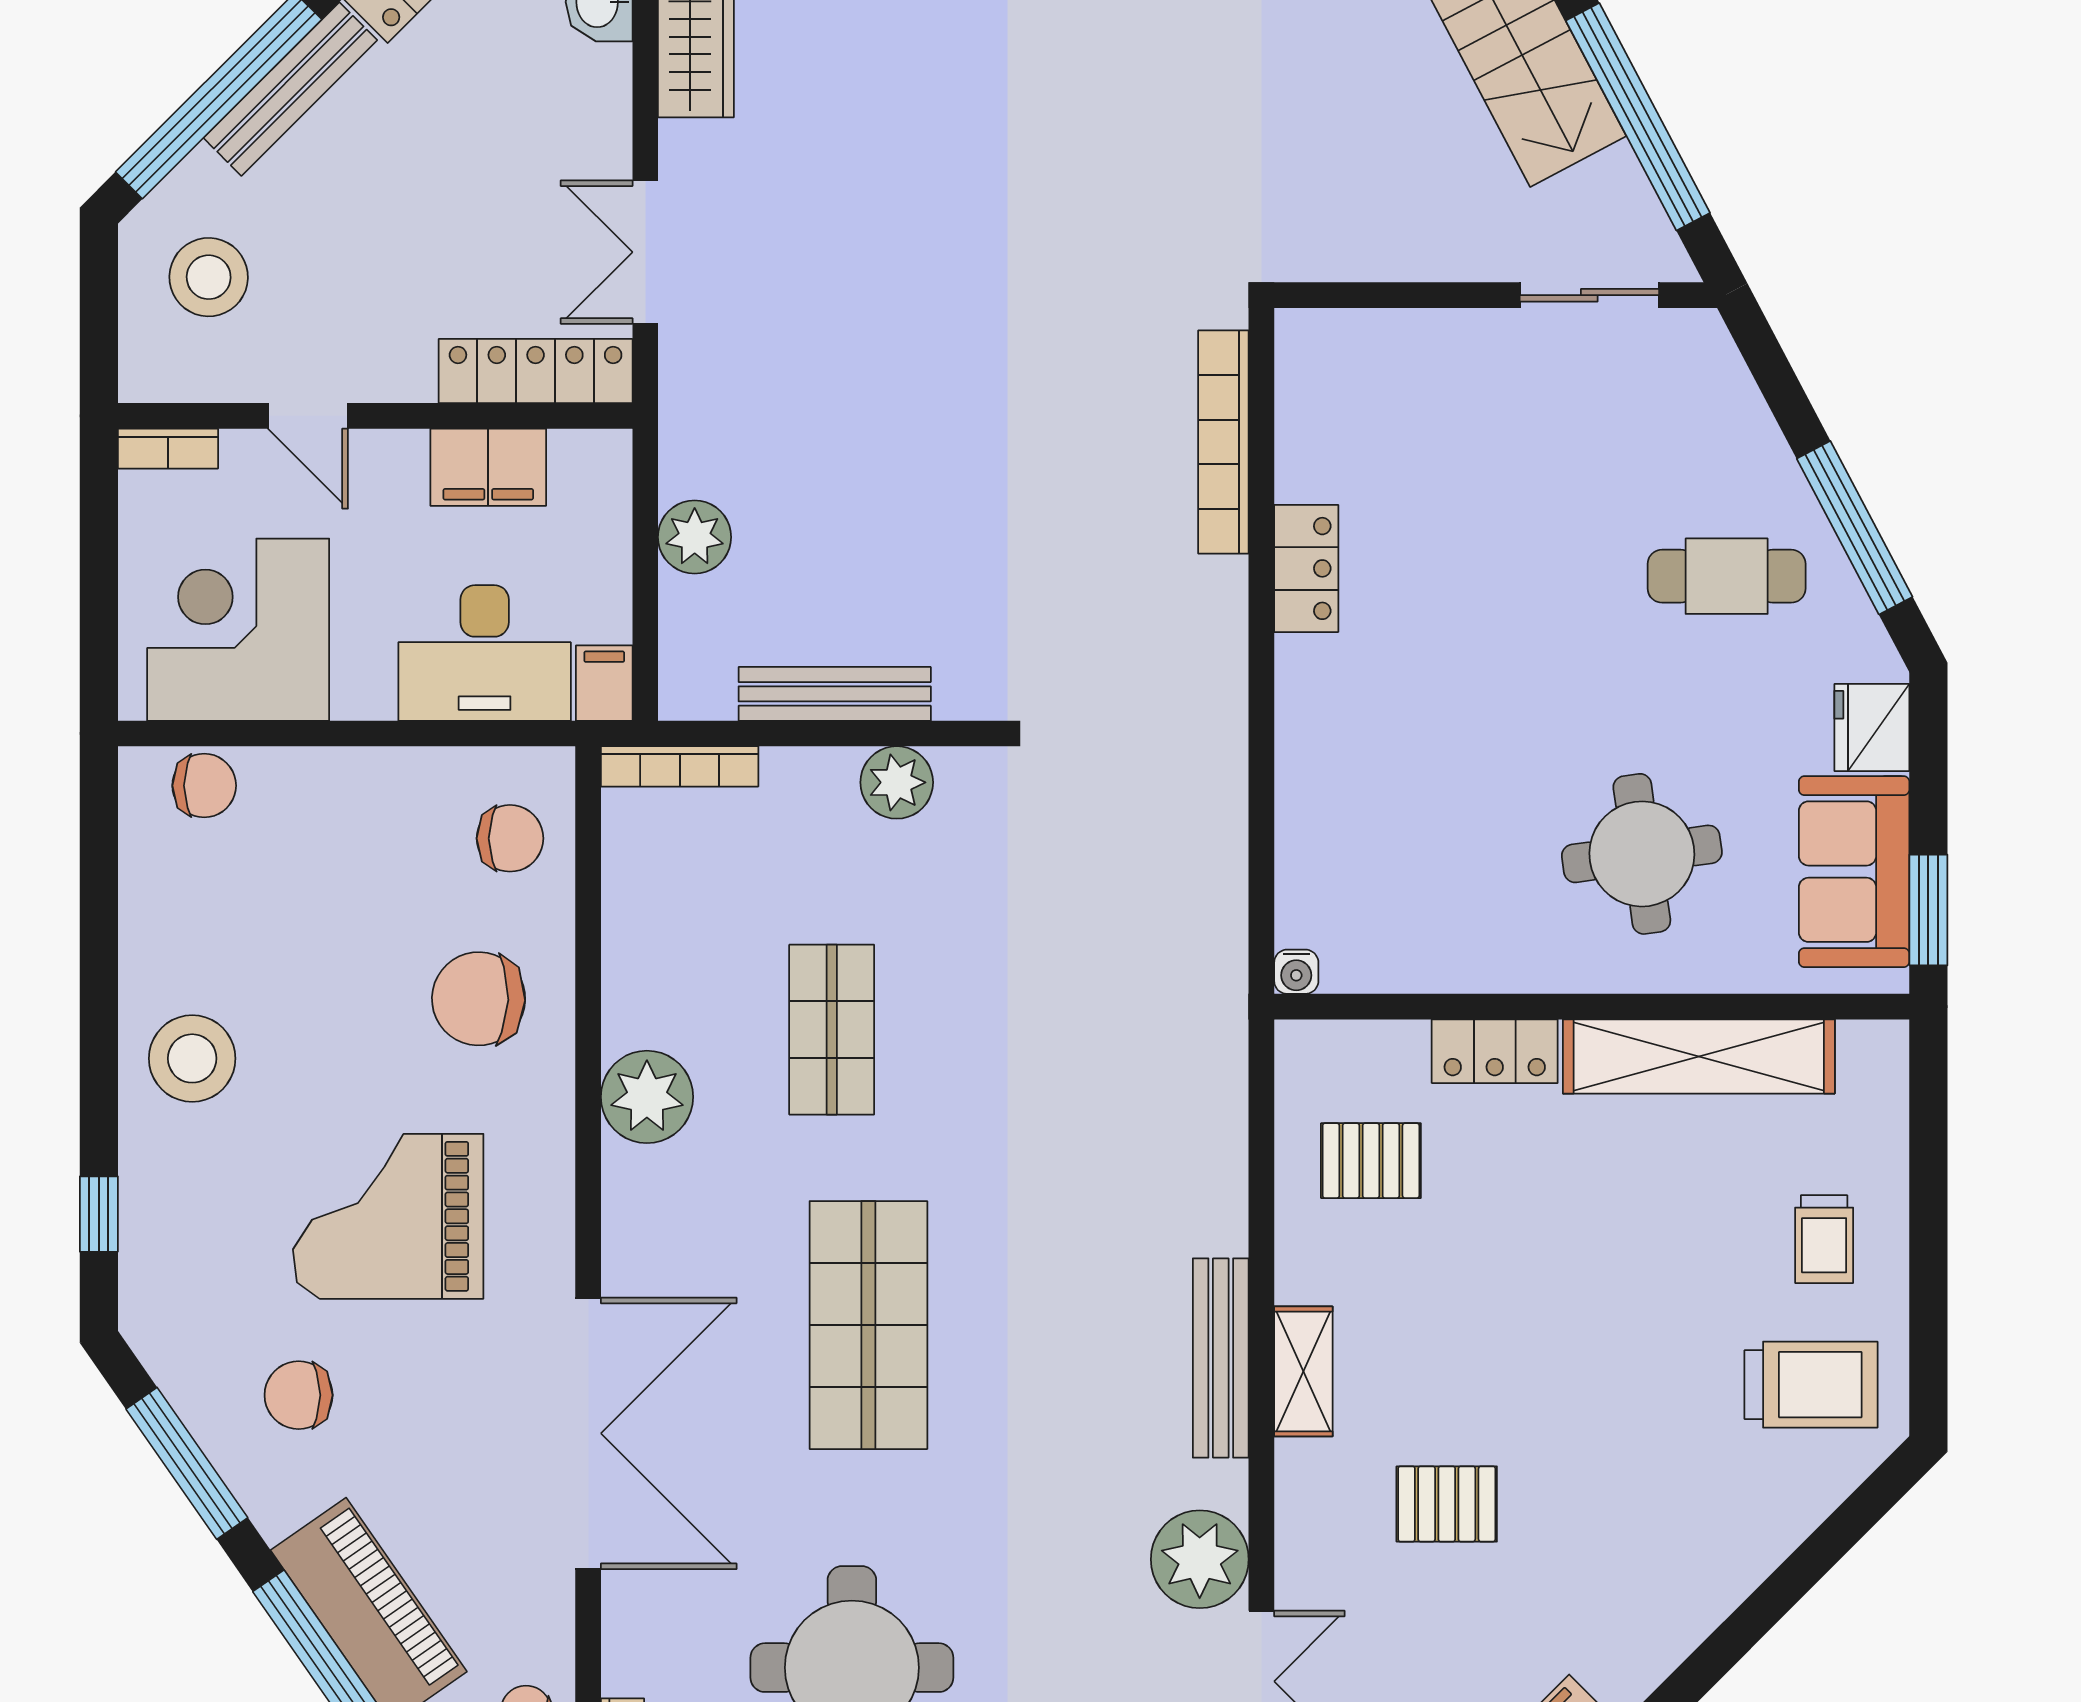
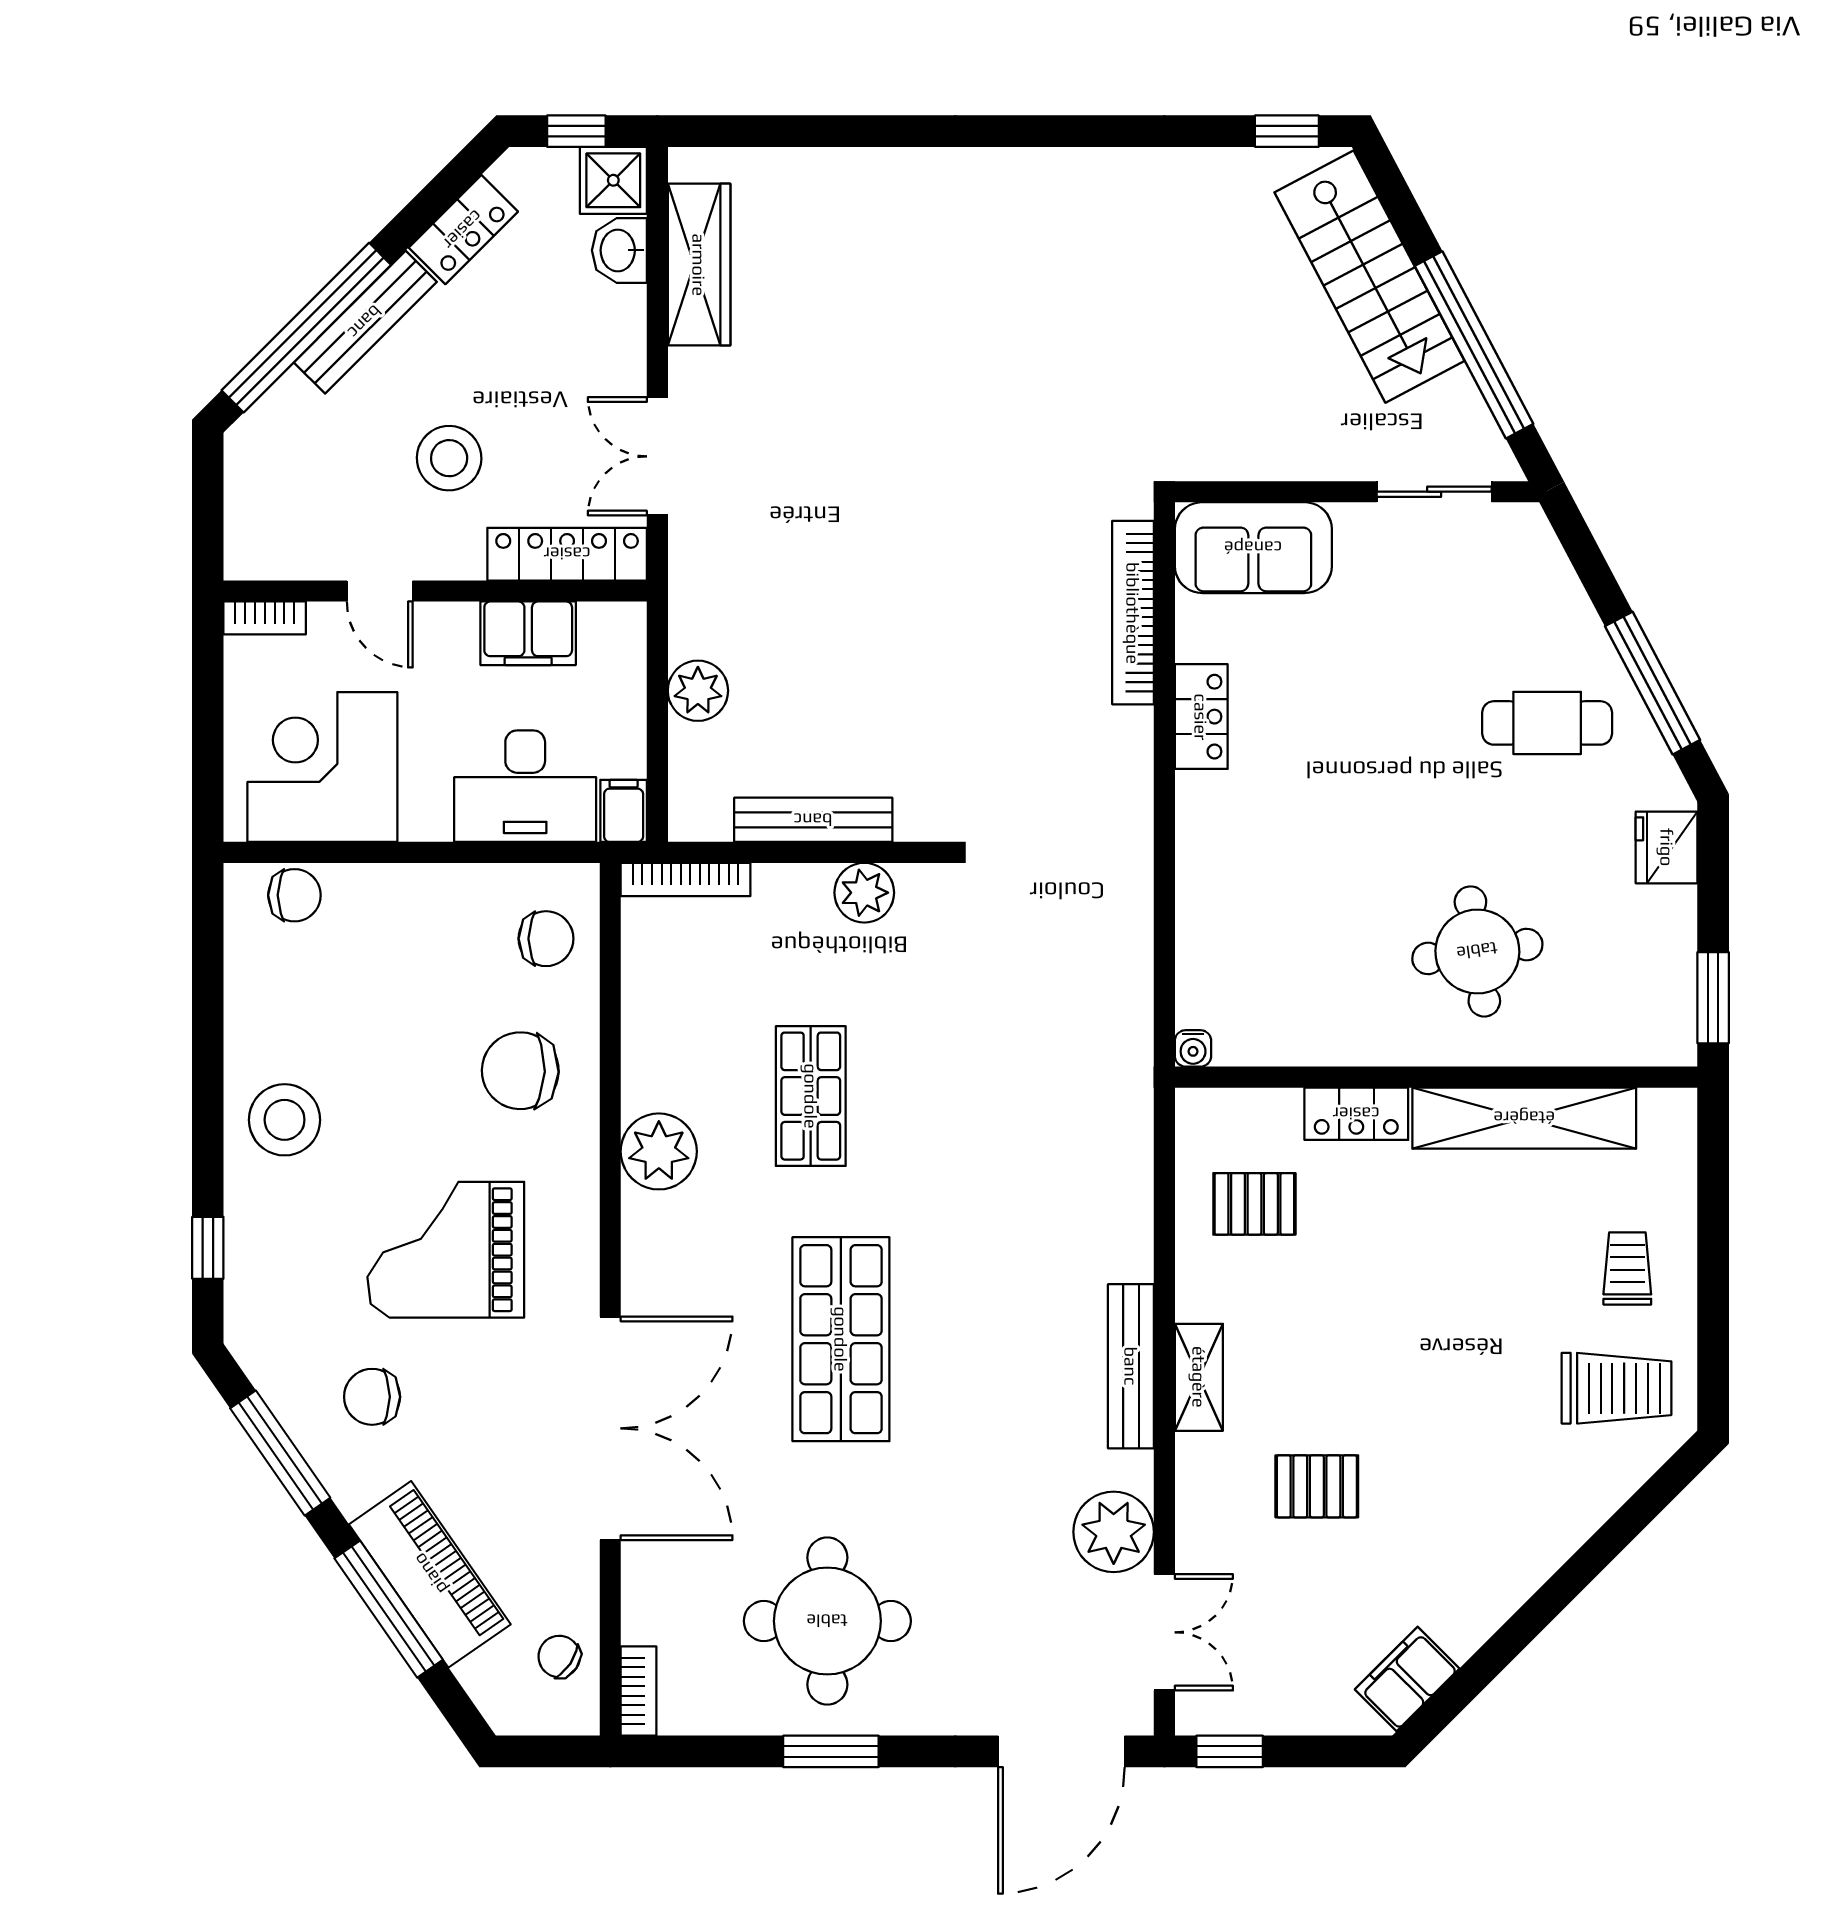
stool: (209, 277) -> (449, 458), moved
sofa: (1854, 872) -> (1253, 548), moved, turned -90
trolley: (1824, 1239) -> (1627, 1268), turned 180

